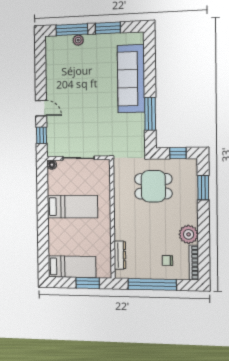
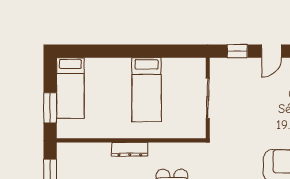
floor lamp: (52, 165) -> (200, 64), removed
dresser: (120, 255) -> (130, 149), moved

